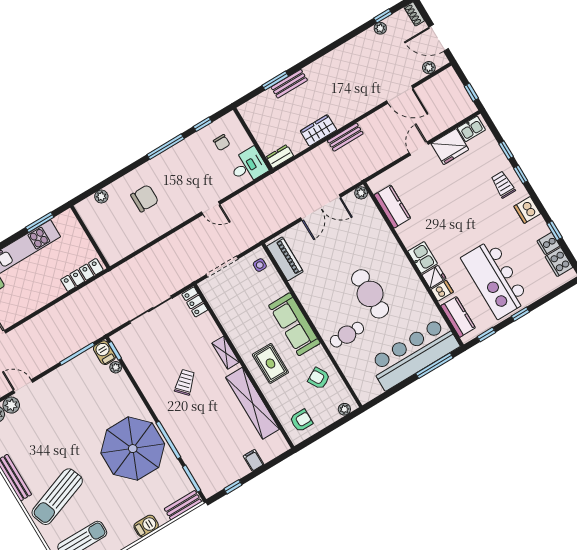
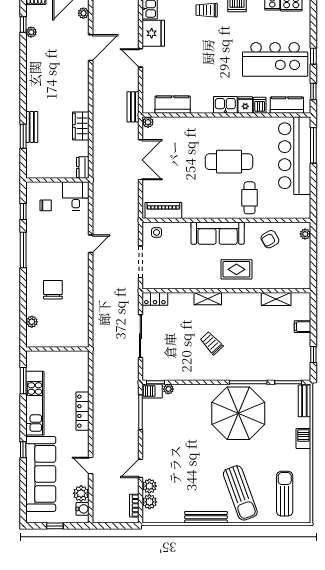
bench: (345, 137) -> (133, 107), moved
locker: (82, 275) -> (83, 411), moved
shelving: (252, 403) -> (276, 299), width x0.45, depth x0.75
armchair: (301, 421) -> (294, 272), removed

